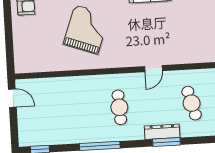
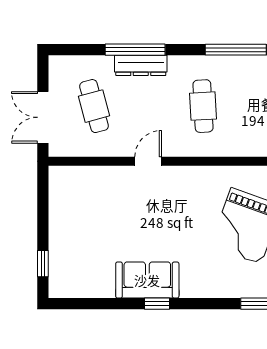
window: (166, 142) -> (135, 50), width x1.44

